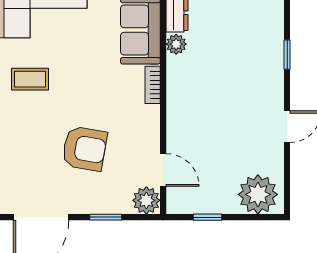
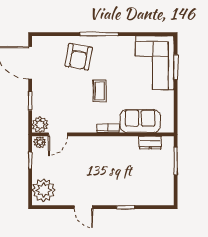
plant: (176, 44) -> (40, 142), moved
coffee table: (30, 79) -> (100, 91), moved
armchair: (84, 149) -> (79, 57), moved

